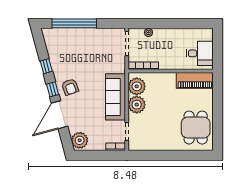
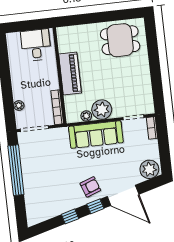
window: (74, 23) -> (16, 170), moved
piano: (195, 80) -> (70, 73), moved
plant: (137, 86) -> (86, 116), width x0.53, depth x0.53

